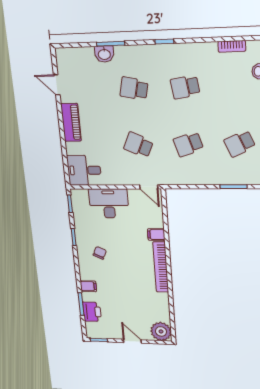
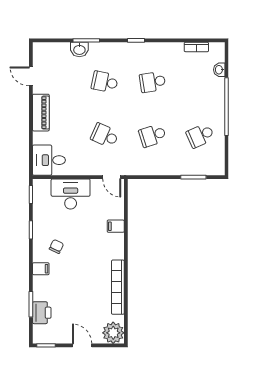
bookcase: (161, 267) -> (118, 287), moved
filing cabinet: (88, 286) -> (41, 269), moved

